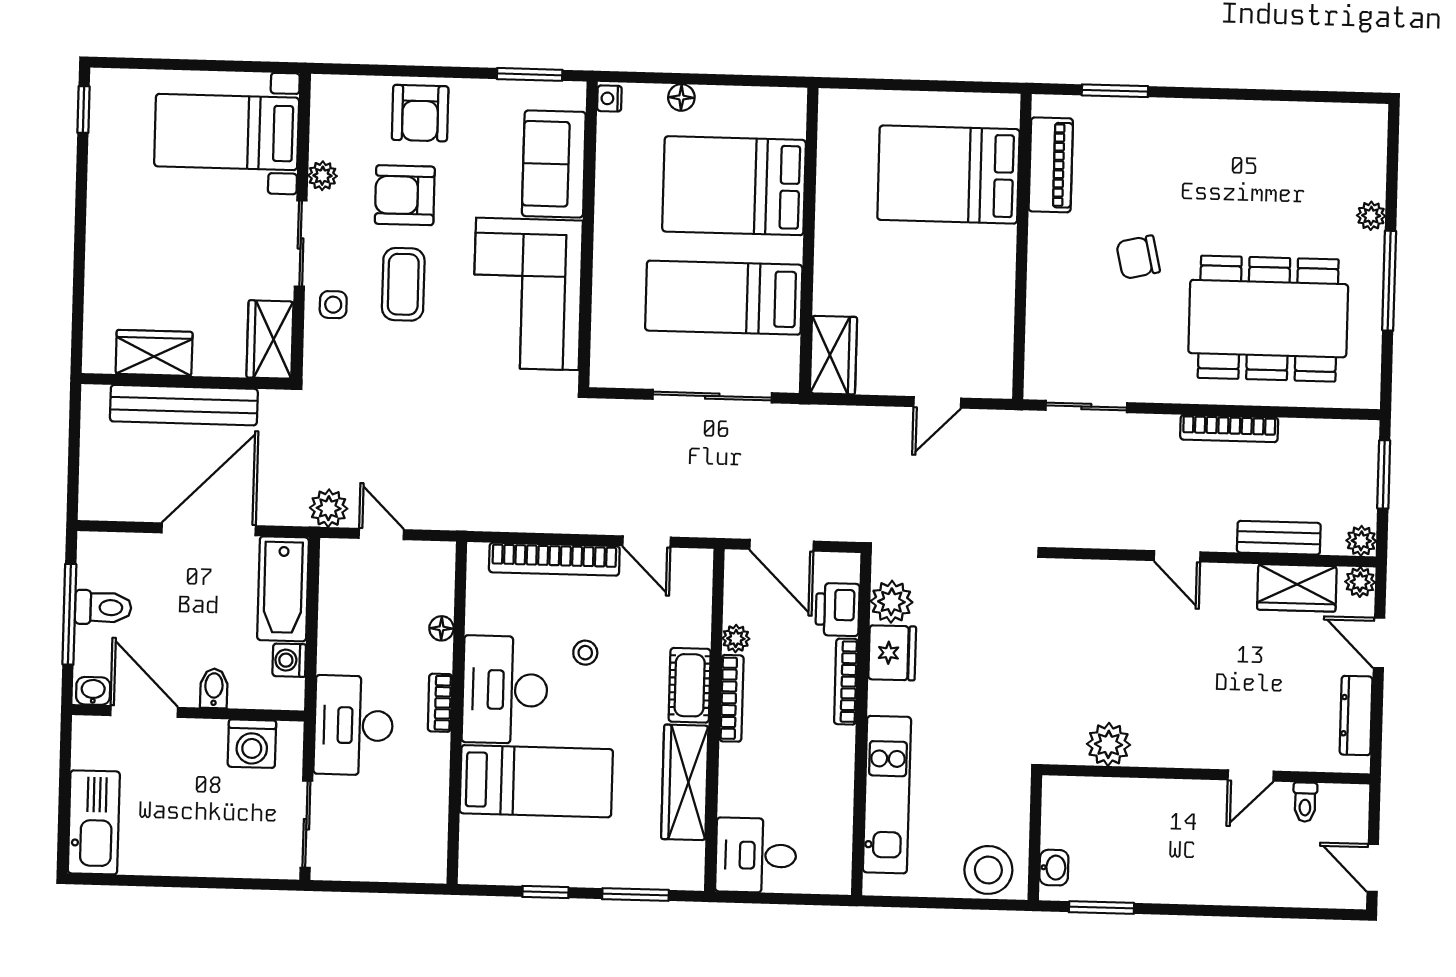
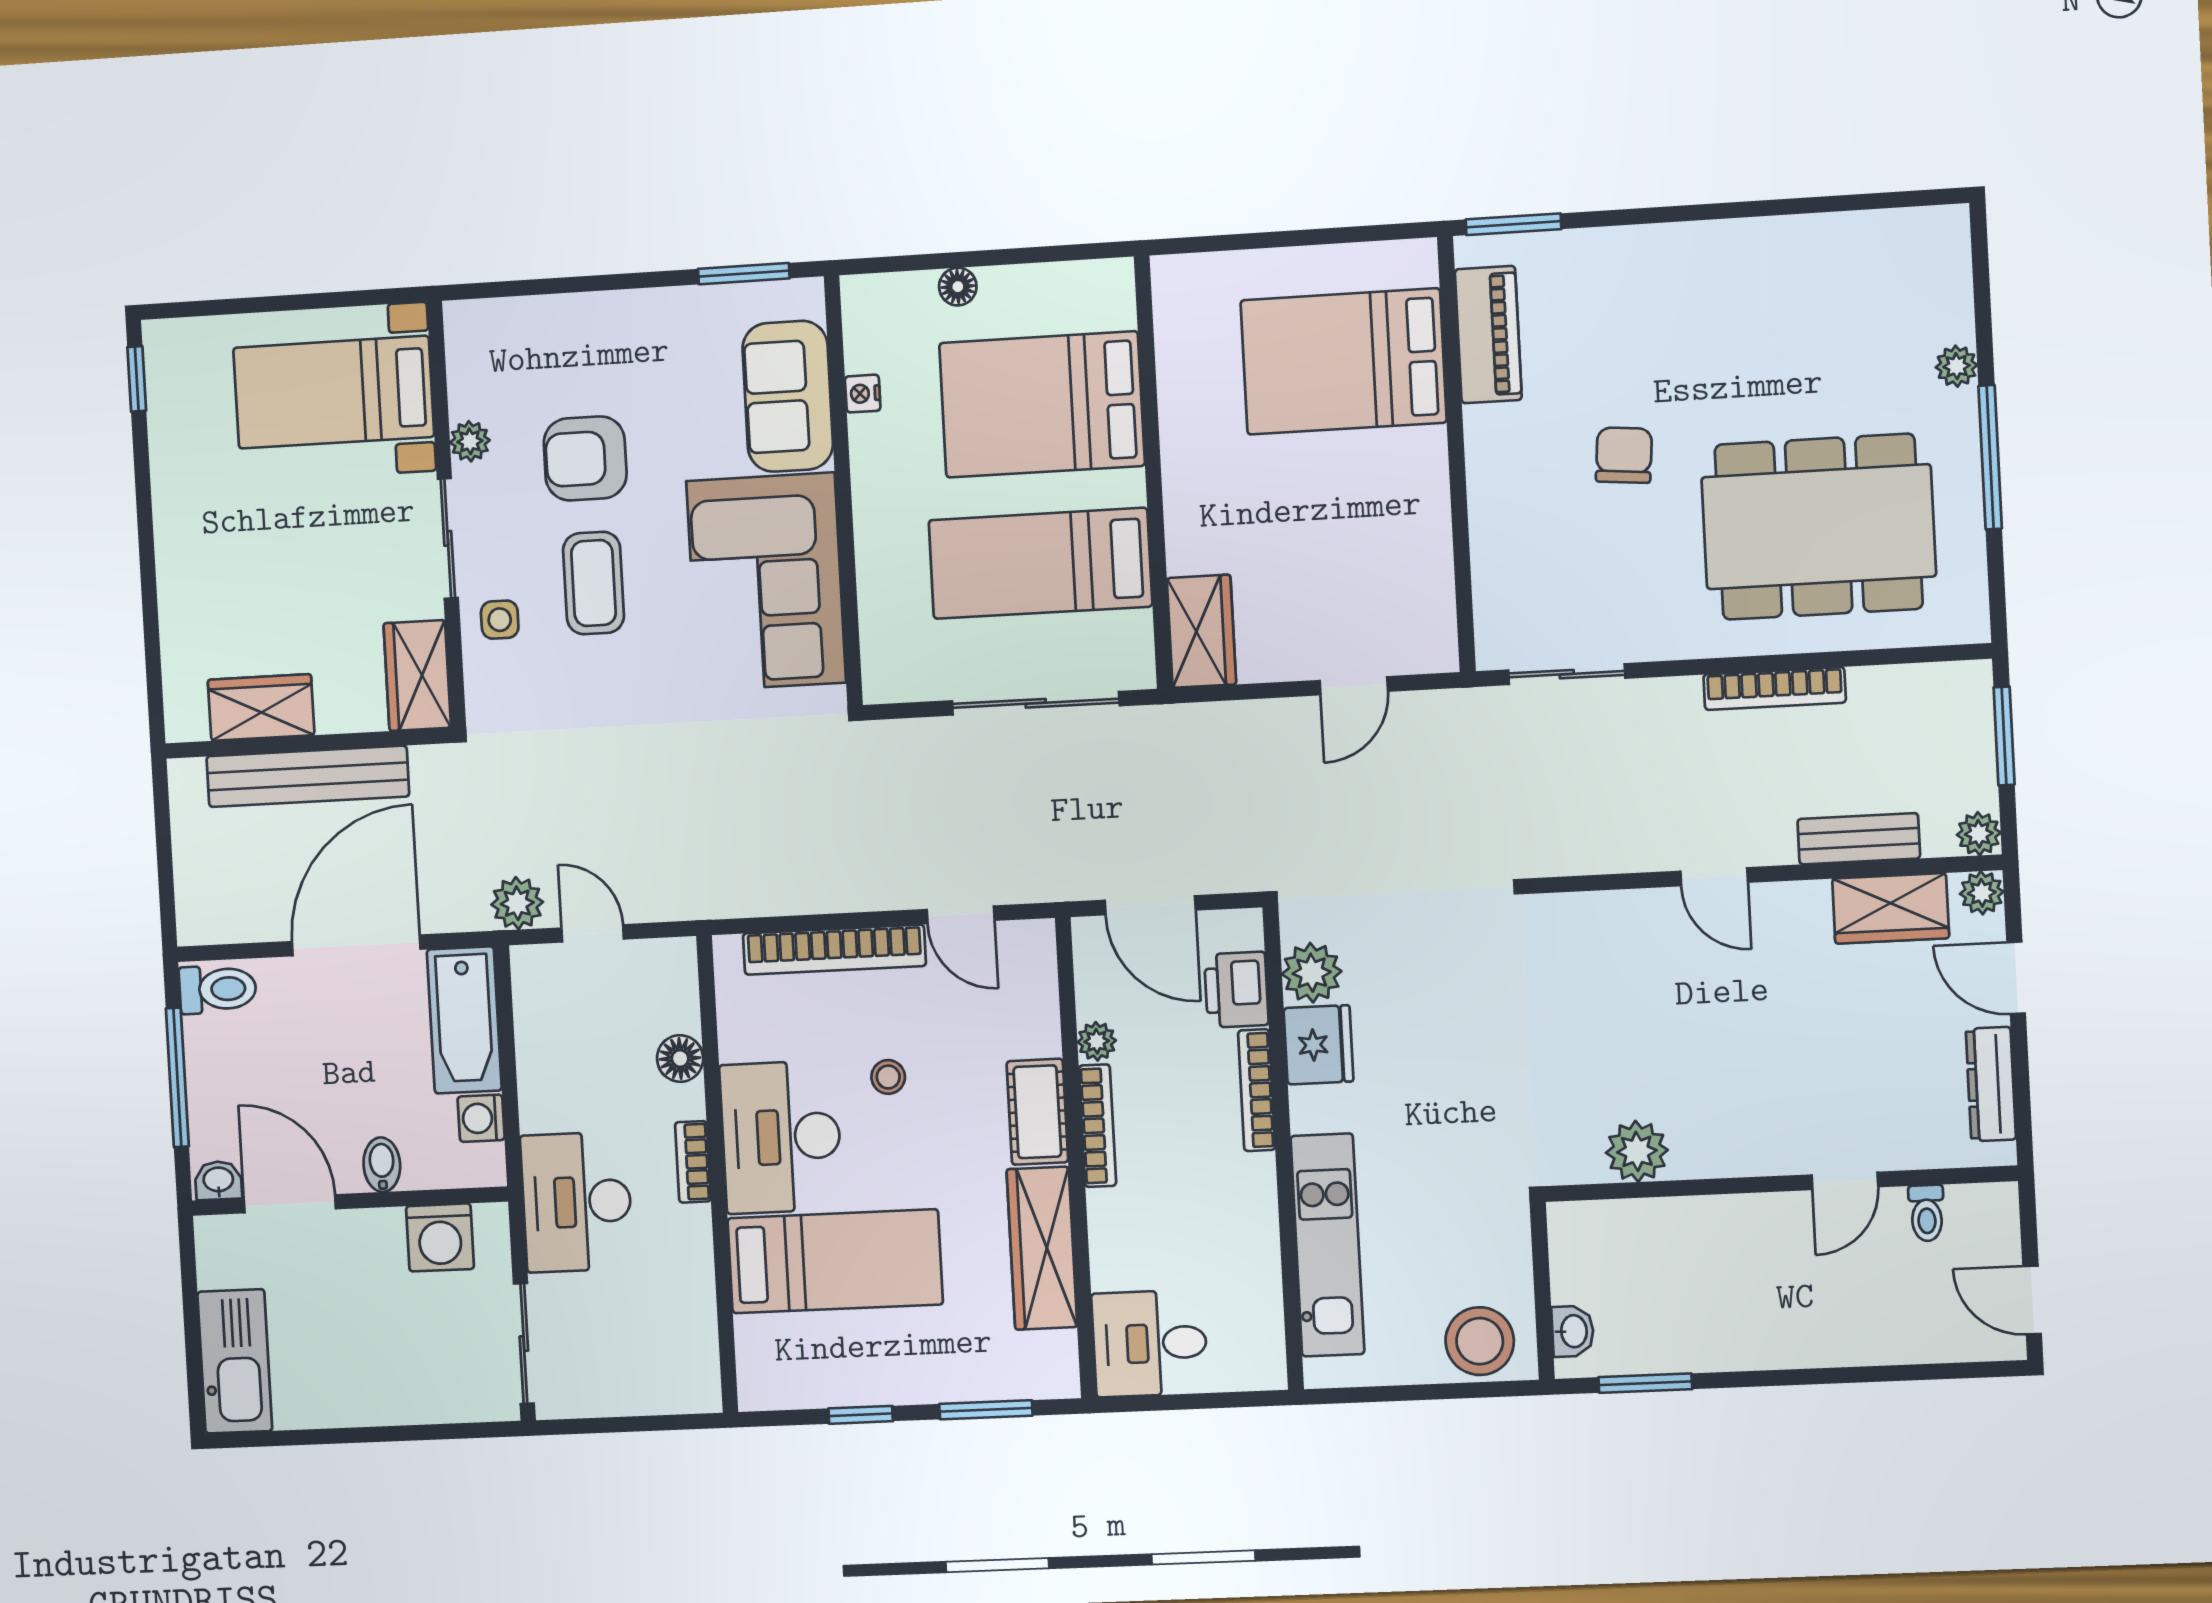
window: (1115, 91) -> (1513, 224), moved
nightstand: (609, 98) -> (863, 394), moved
armchair: (420, 113) -> (597, 342), removed
chair: (1138, 257) -> (1624, 455), turned 108
toilet: (103, 607) -> (218, 989), moved
floor lamp: (441, 628) -> (680, 1058), width x1.37, depth x1.37

